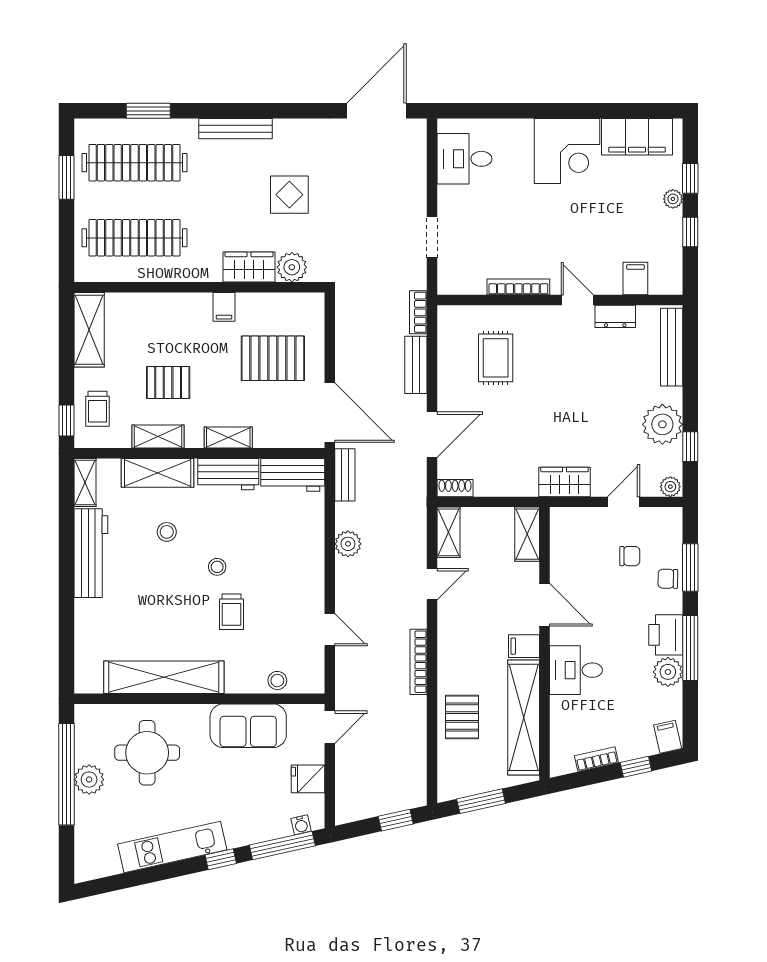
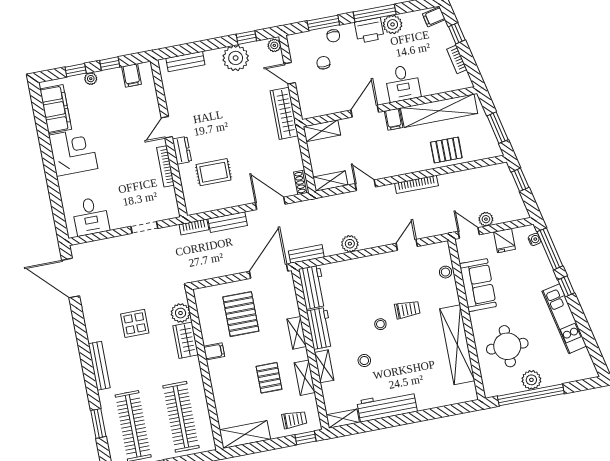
filing cabinet: (635, 278) -> (131, 75), moved, turned -90
dresser: (615, 316) -> (182, 150), moved
bench: (672, 347) -> (185, 61), width x0.73
shelving: (158, 473) -> (324, 366), width x0.67, depth x0.75
wardrobe: (565, 482) -> (284, 113), width x1.50
plant: (346, 757) -> (486, 219), added

